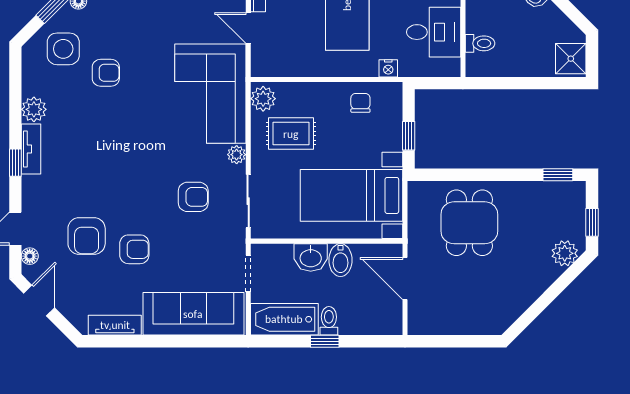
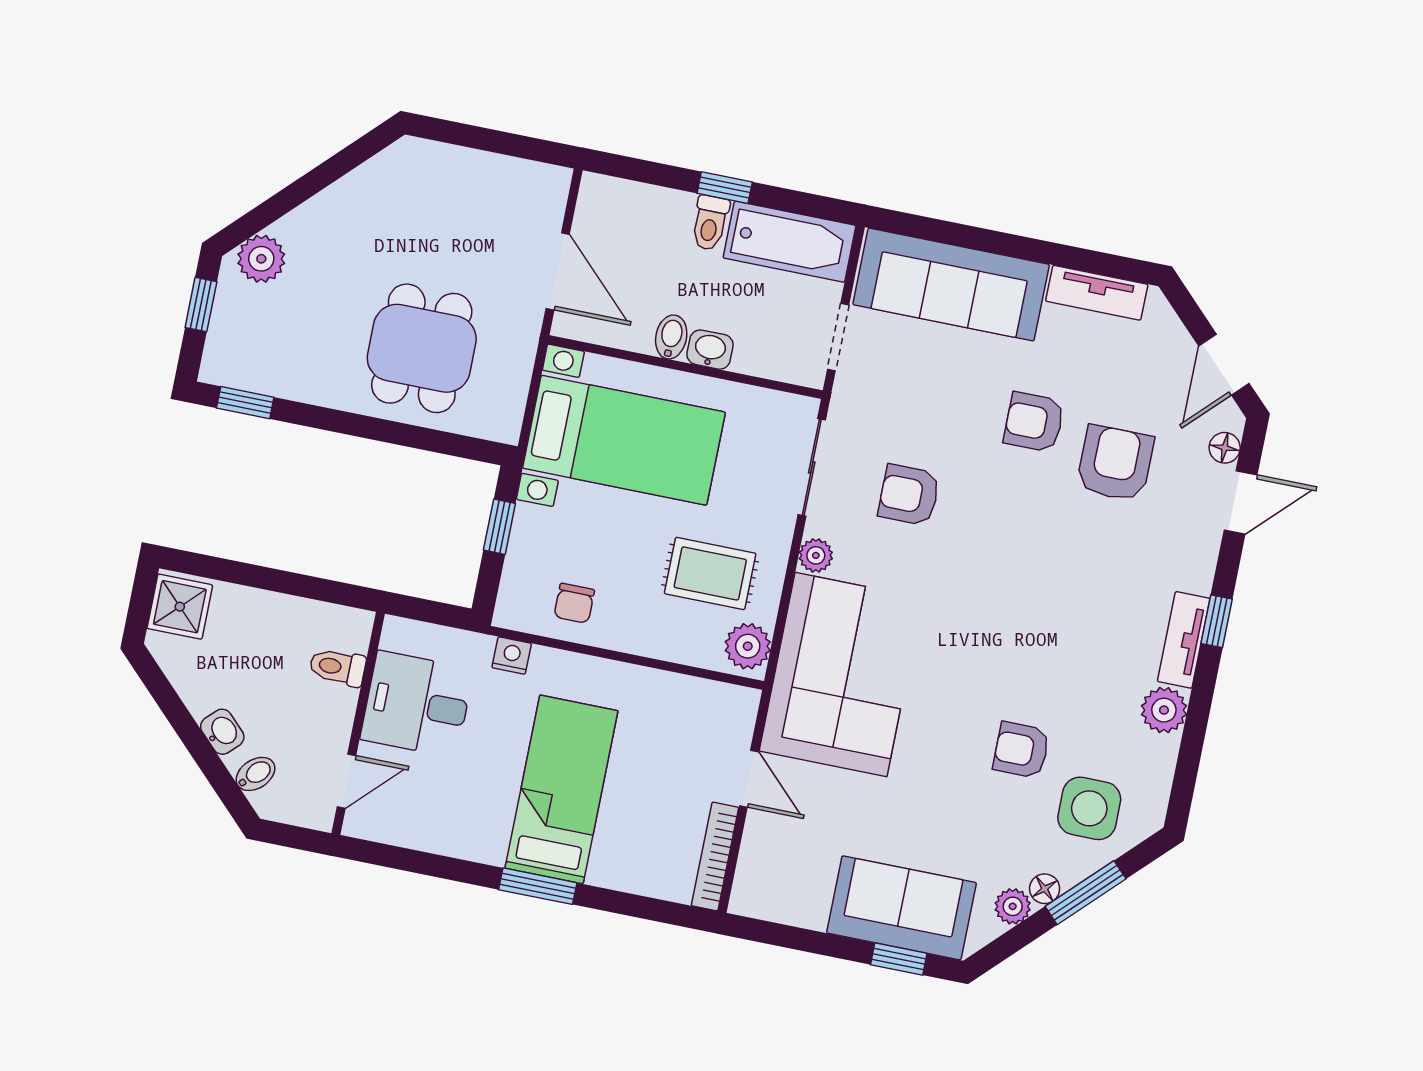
washbasin: (311, 257) -> (710, 350), width x0.72, depth x0.69
bidet: (340, 260) -> (671, 337), width x0.72, depth x0.74

